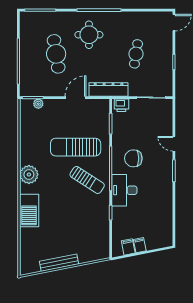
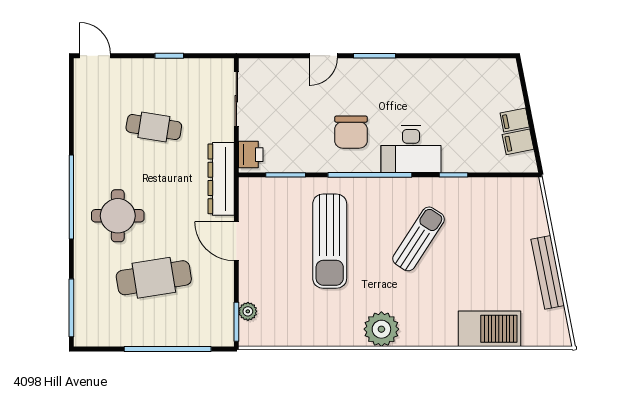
sun lounger: (87, 180) -> (419, 239), moved
barbecue: (29, 210) -> (490, 329), moved

